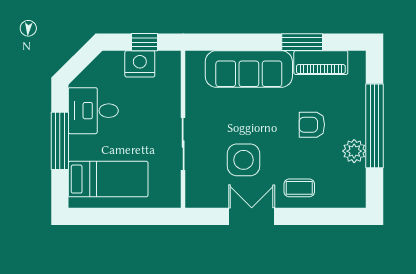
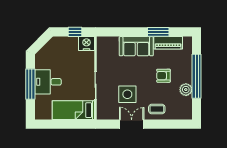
nightstand: (140, 64) -> (86, 44), moved
sofa: (249, 69) -> (136, 46), width x0.73
desk: (93, 111) -> (48, 82), moved
bed: (108, 179) -> (73, 110), moved, turned 180

